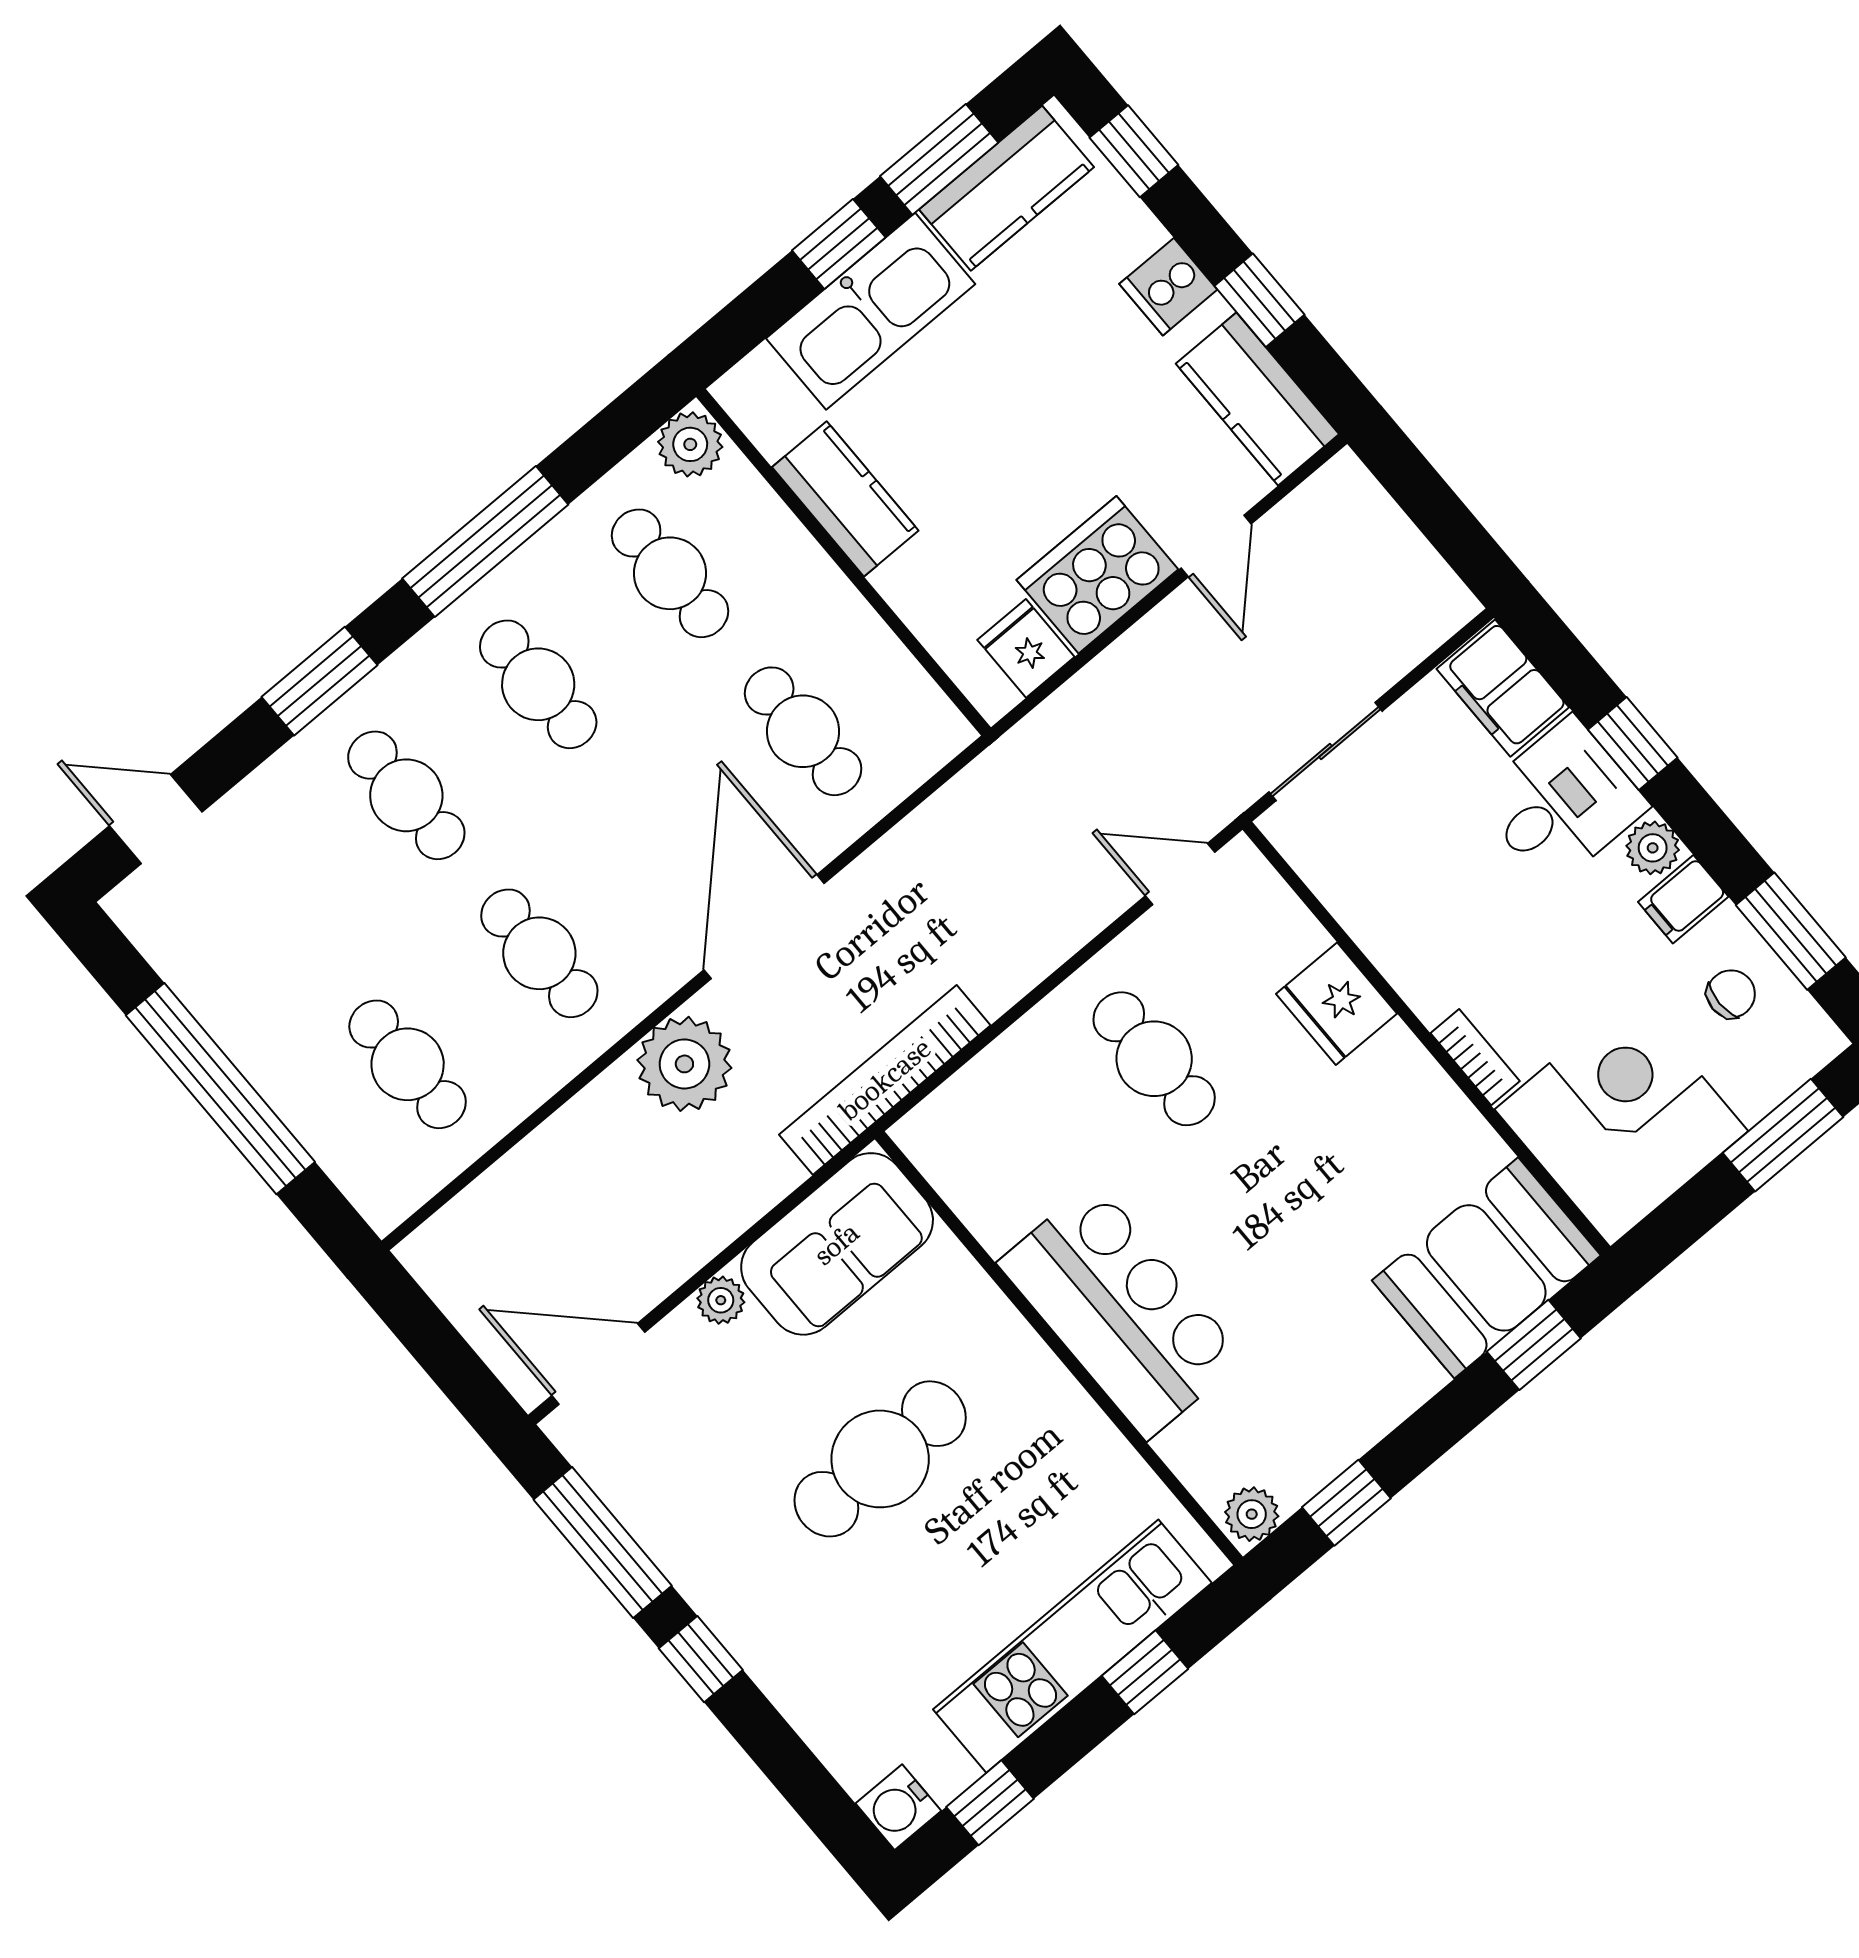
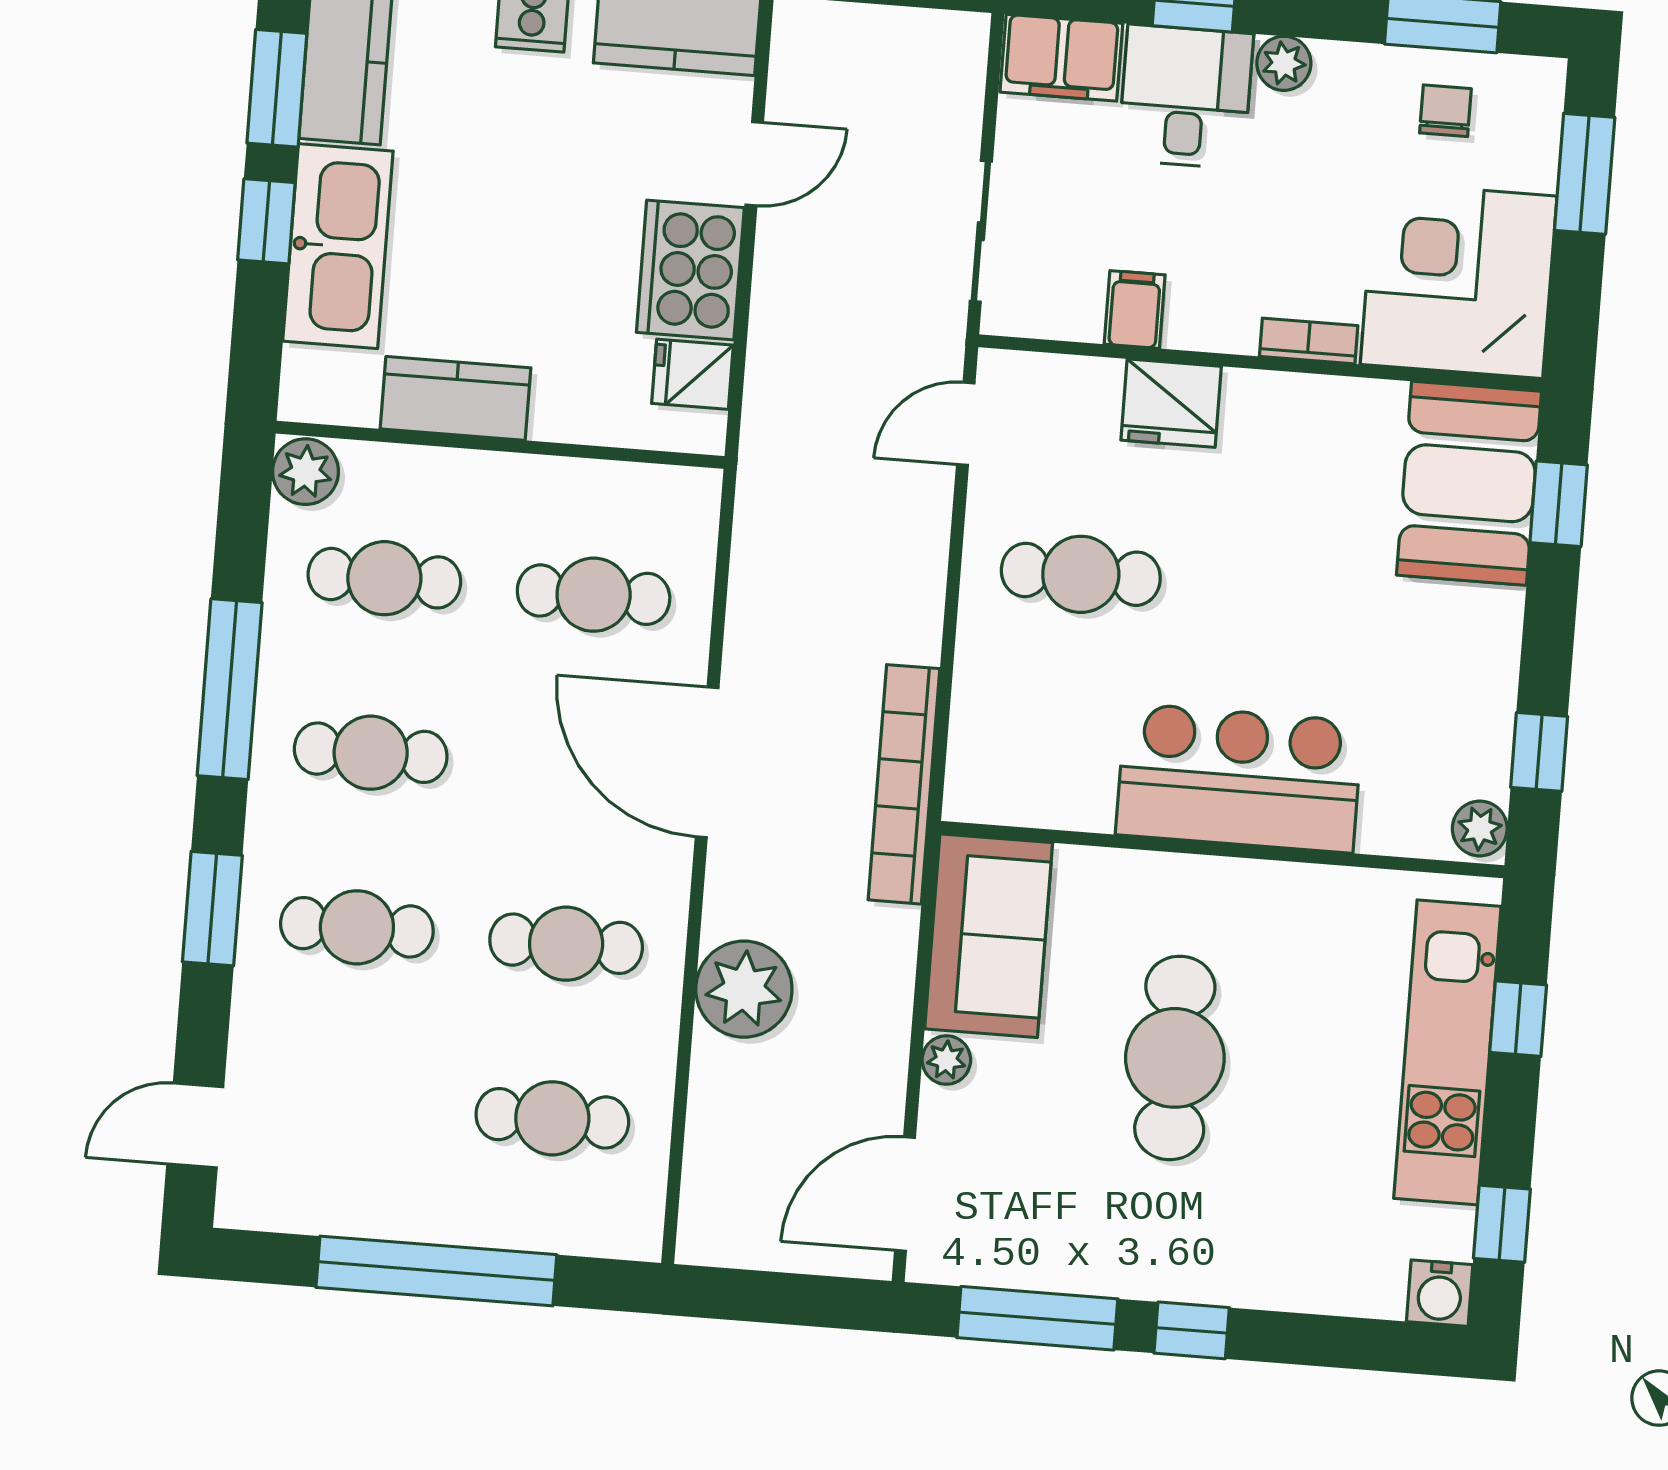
door: (1216, 546) -> (754, 164), hinge flipped
filing cabinet: (1683, 899) -> (1135, 310), moved, turned 180
plant: (684, 1064) -> (744, 989), moved

